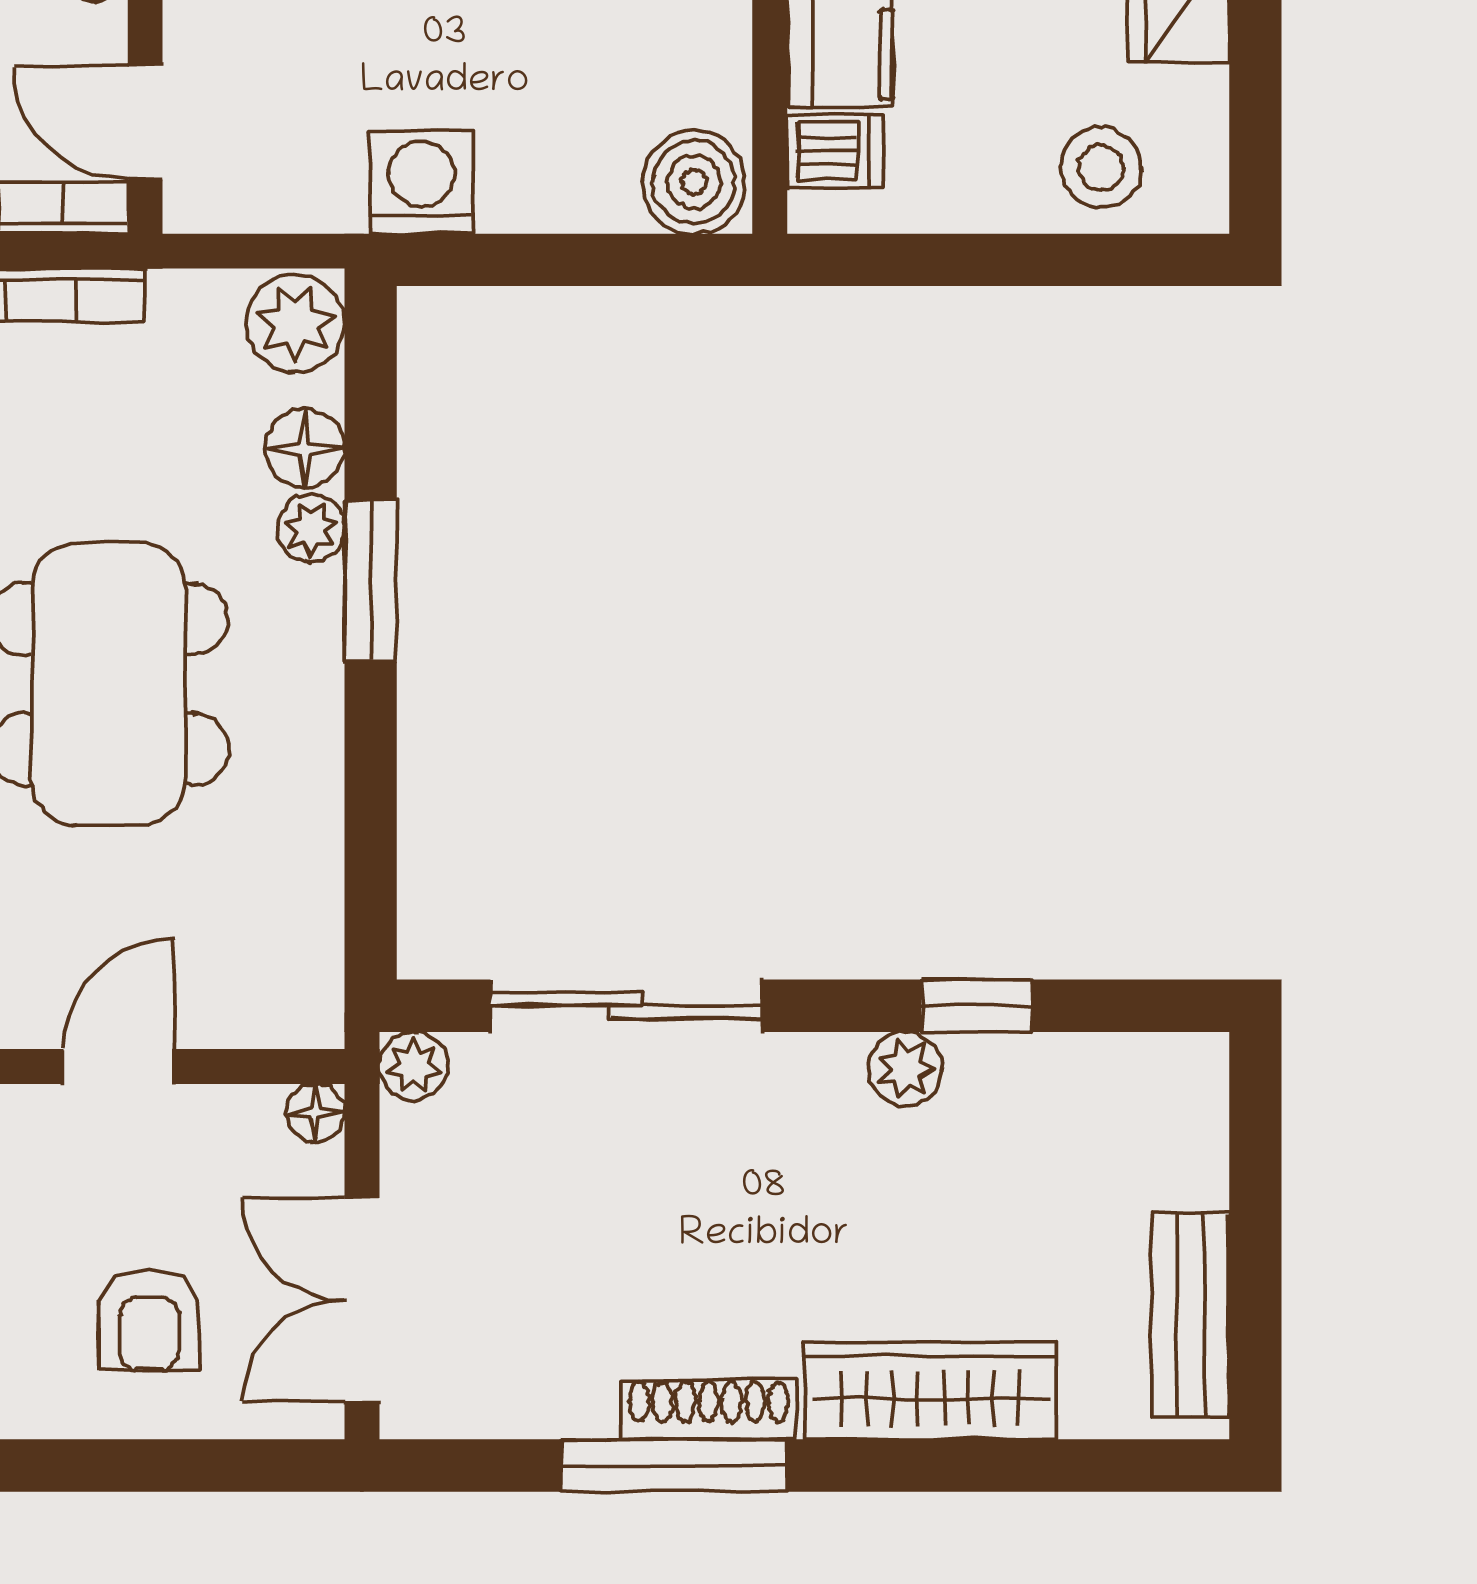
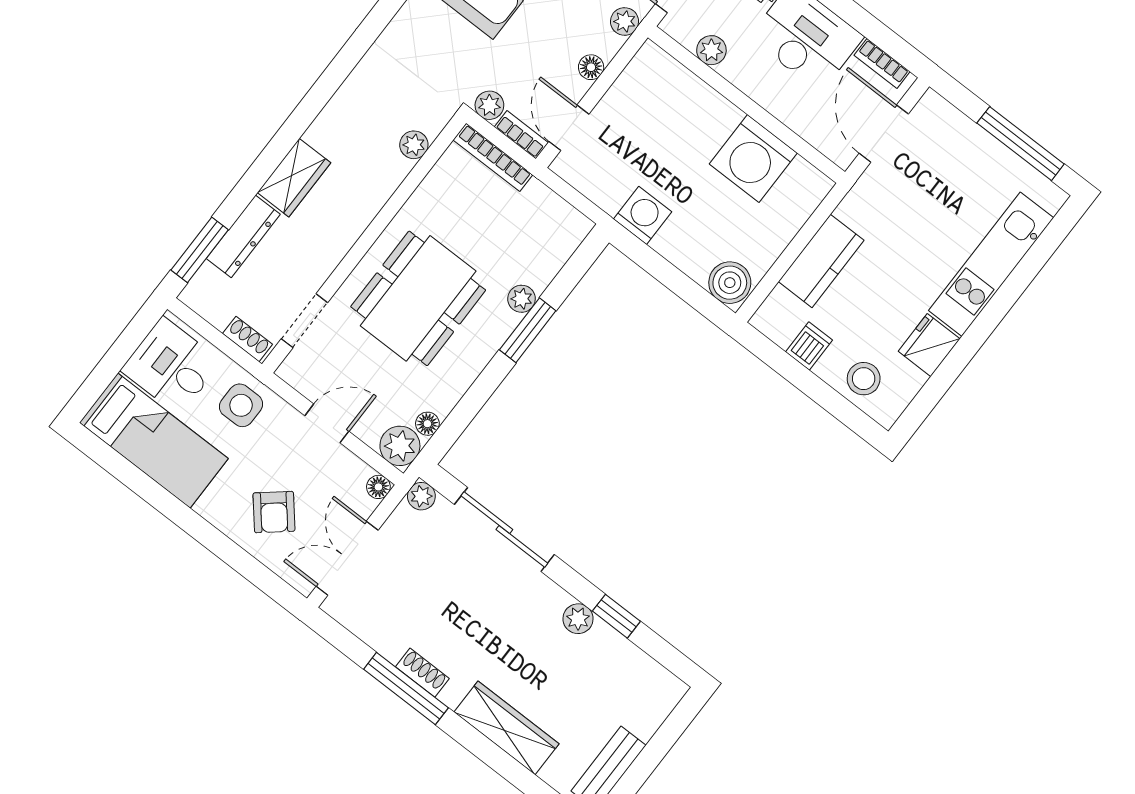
dishwasher: (835, 151) -> (809, 346), moved, turned -90
plant: (295, 323) -> (400, 446), moved
floor lamp: (305, 448) -> (427, 424), moved, width x0.73, depth x0.73
armchair: (149, 1320) -> (274, 512), turned -40
shoe rack: (709, 1410) -> (422, 673), width x0.70

